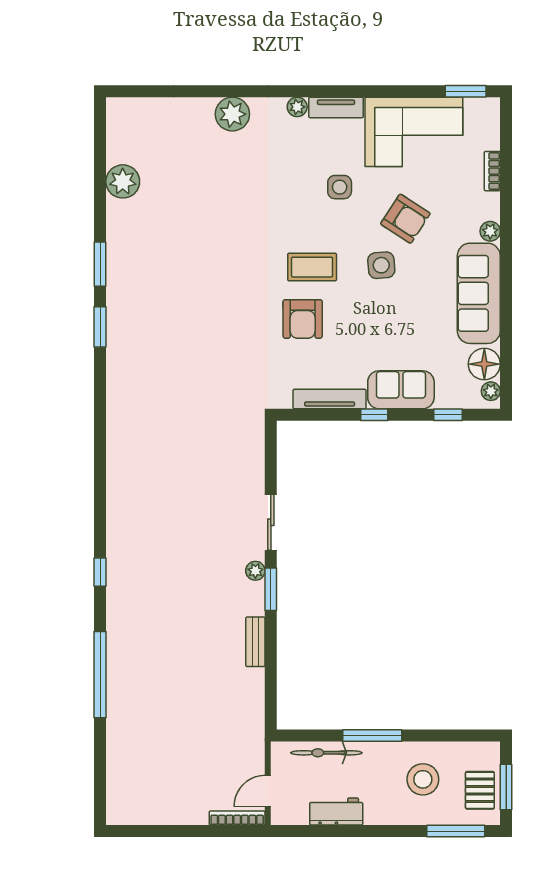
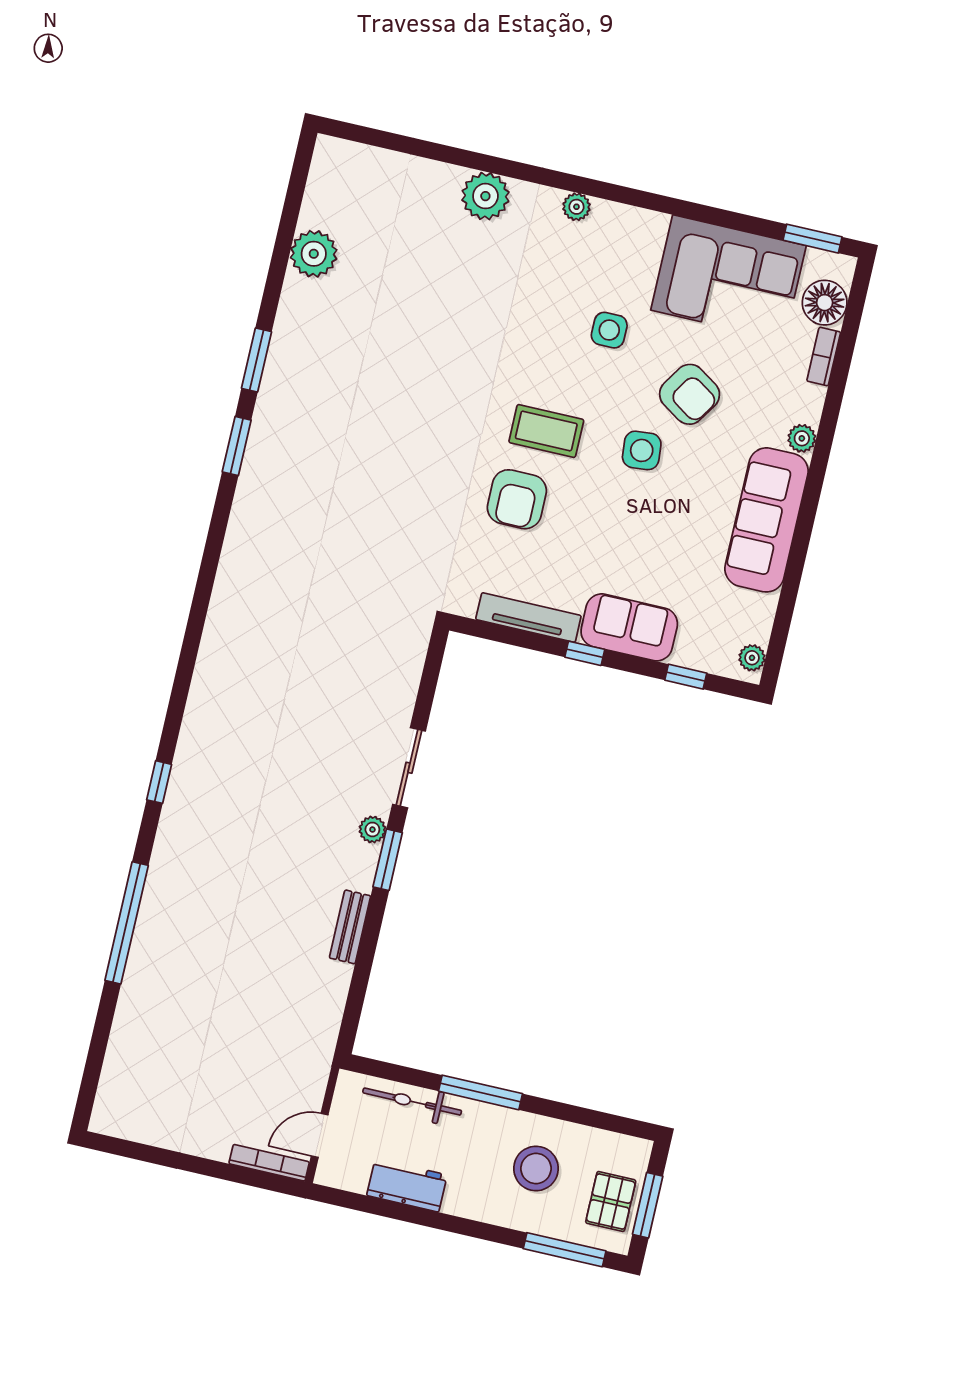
tv unit: (336, 107) -> (630, 220), removed
floor lamp: (484, 364) -> (825, 303), moved

